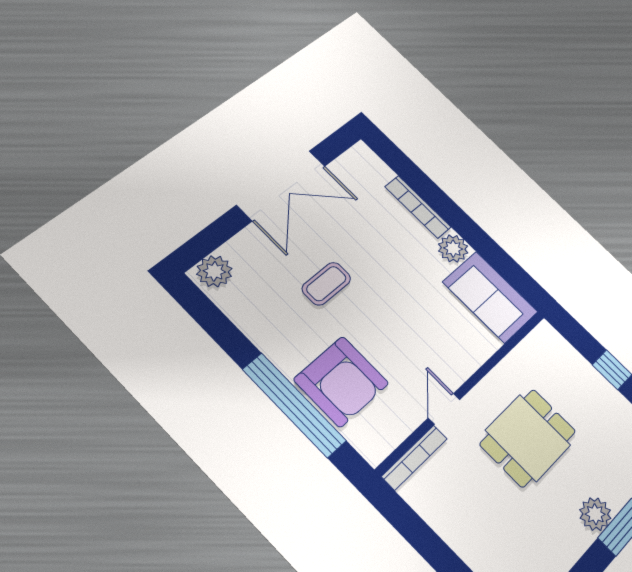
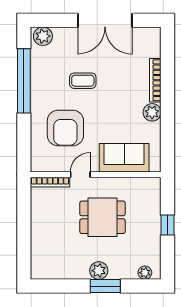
sofa: (490, 297) -> (124, 158), moved, turned 90
armchair: (341, 381) -> (65, 128), moved
window: (294, 405) -> (24, 81), moved

